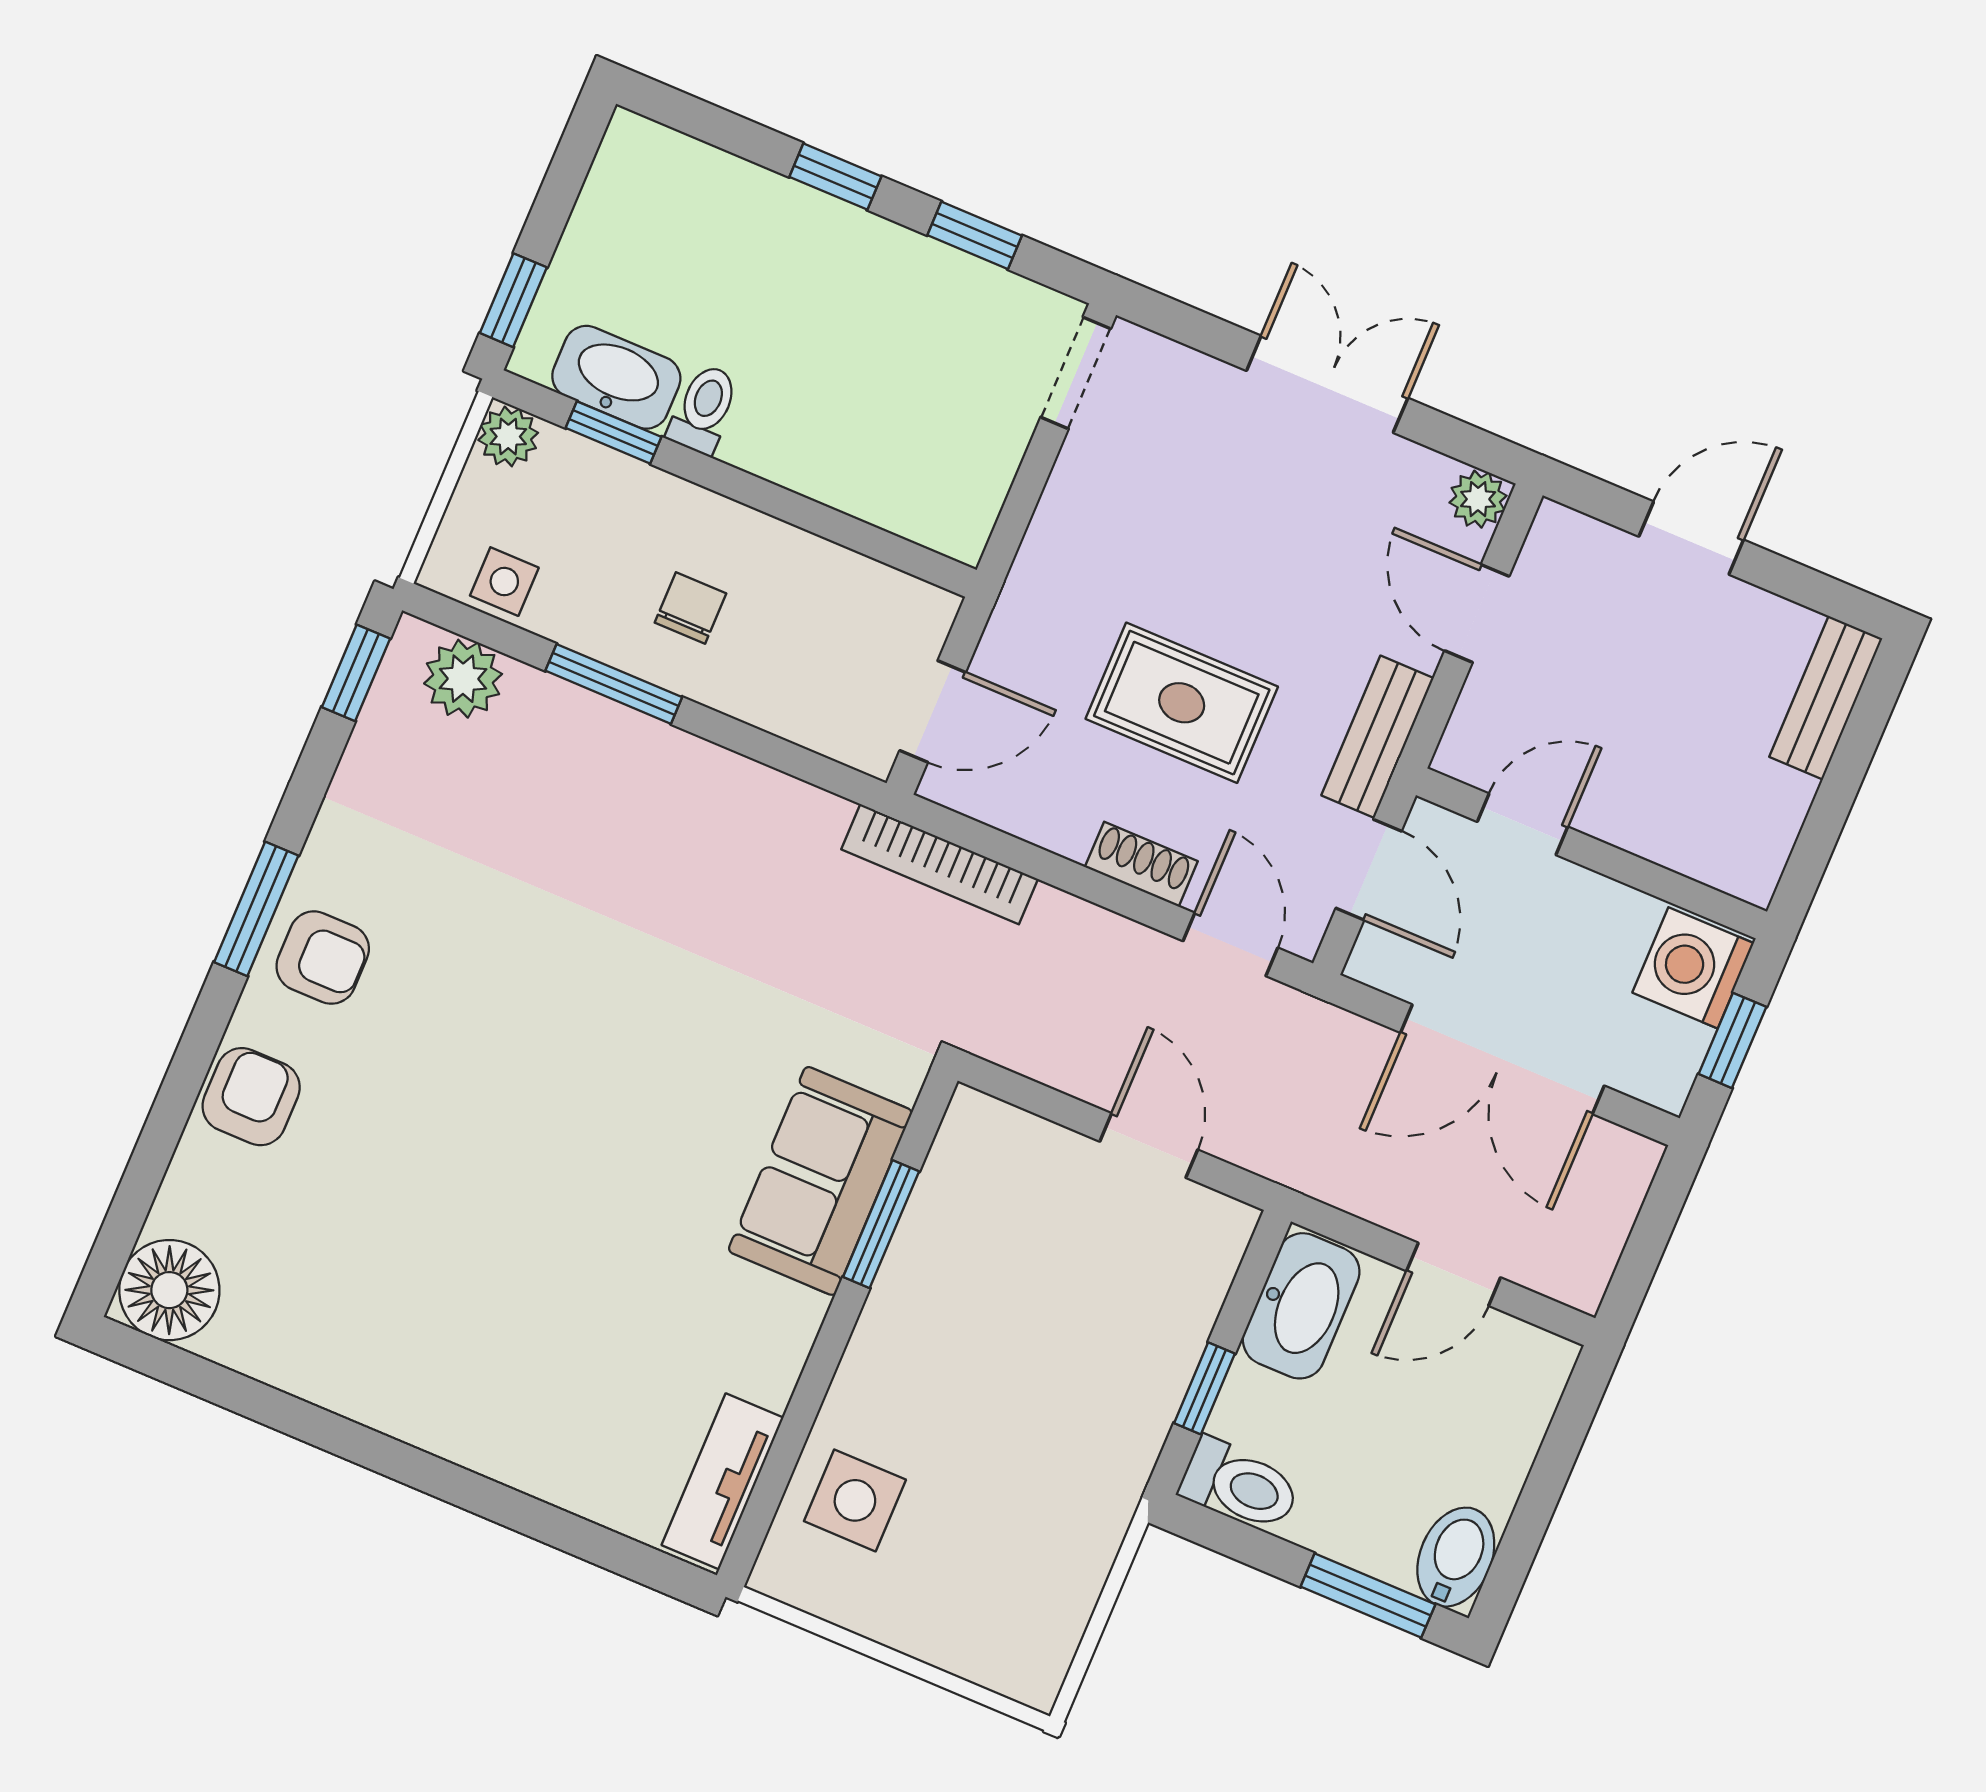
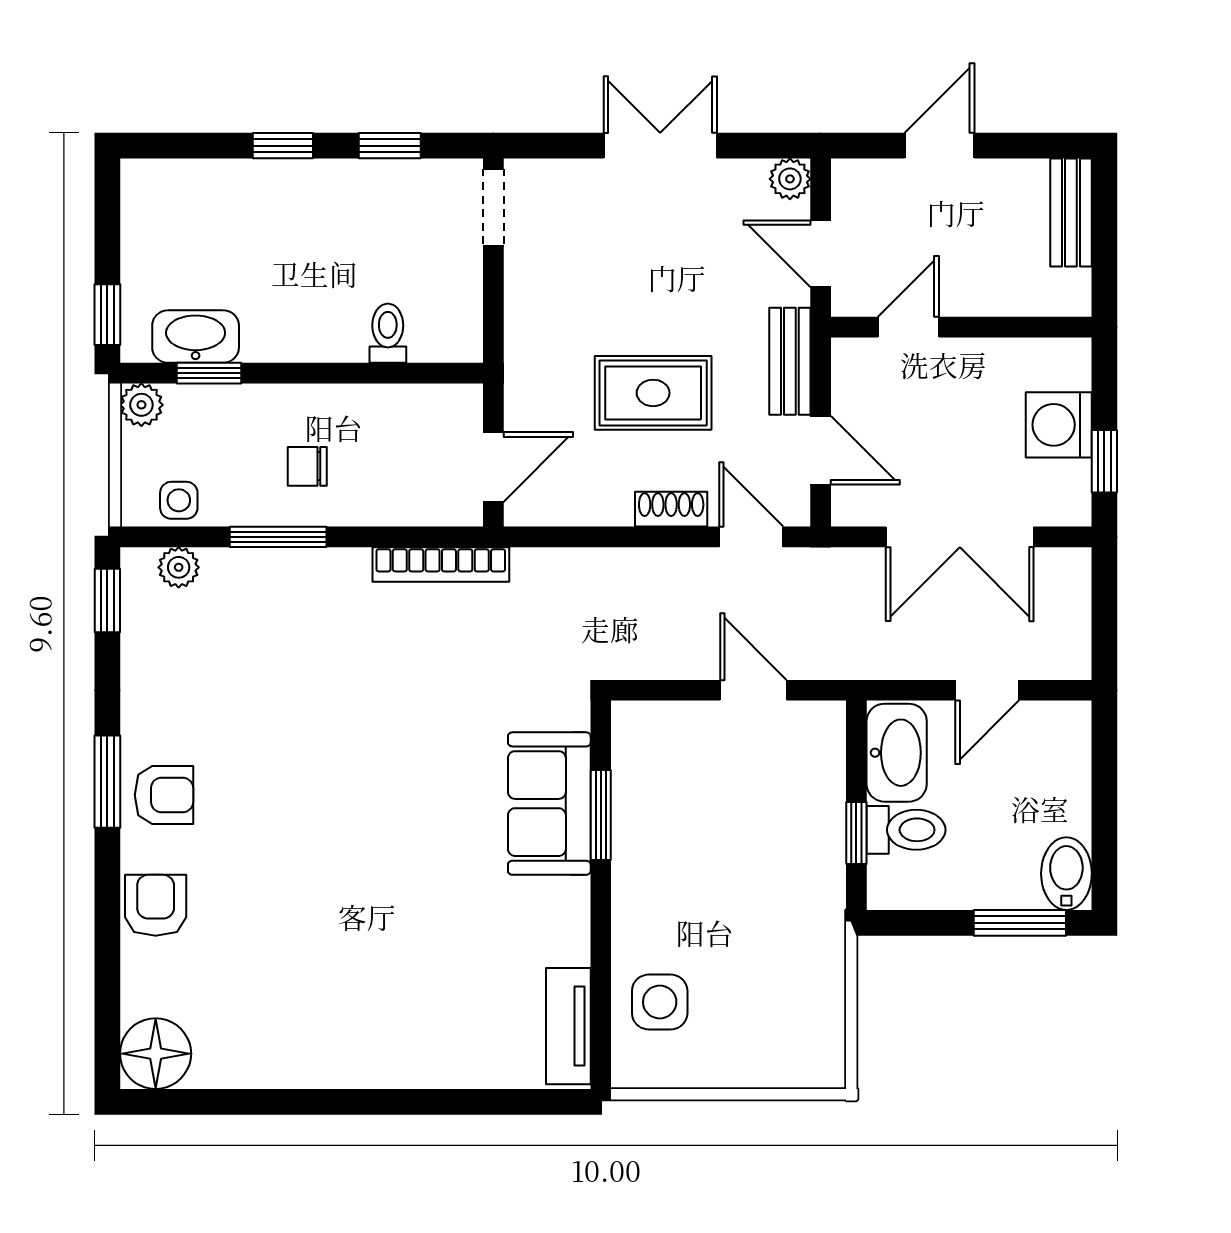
toilet: (704, 409) -> (388, 333), moved
chair: (690, 608) -> (307, 466), turned -90
plant: (463, 679) -> (179, 567), width x0.73, depth x0.73
door: (1523, 824) -> (908, 327), moved
wall: (1591, 853) -> (961, 327), moved
bookcase: (940, 864) -> (441, 565), moved
toilet: (1240, 1485) -> (906, 830), moved

